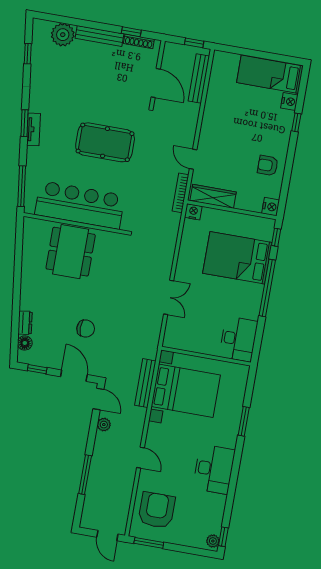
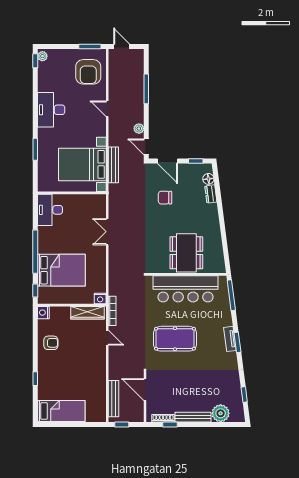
nightstand: (289, 101) -> (43, 393), removed

